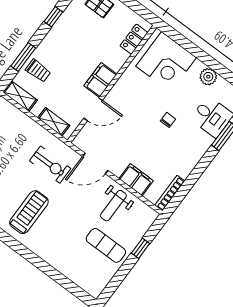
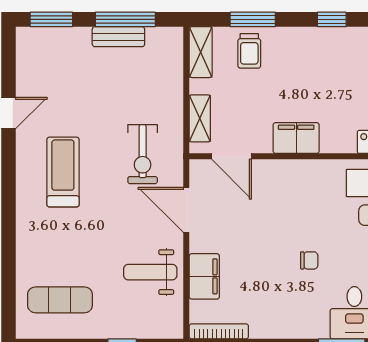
door: (93, 109) -> (232, 156), moved
treadmill: (29, 212) -> (63, 172), turned -90
exercise mat: (106, 245) -> (60, 300), moved, turned 90

